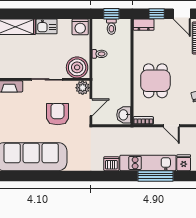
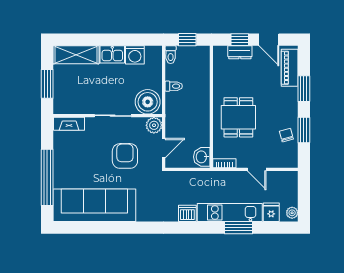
dresser: (144, 25) -> (240, 52), moved
washing machine: (80, 27) -> (135, 55), moved
toilet: (111, 27) -> (171, 55), moved
window: (156, 176) -> (239, 228), width x0.69

